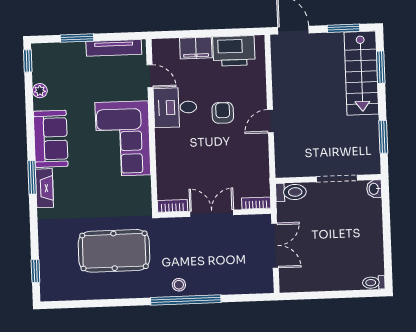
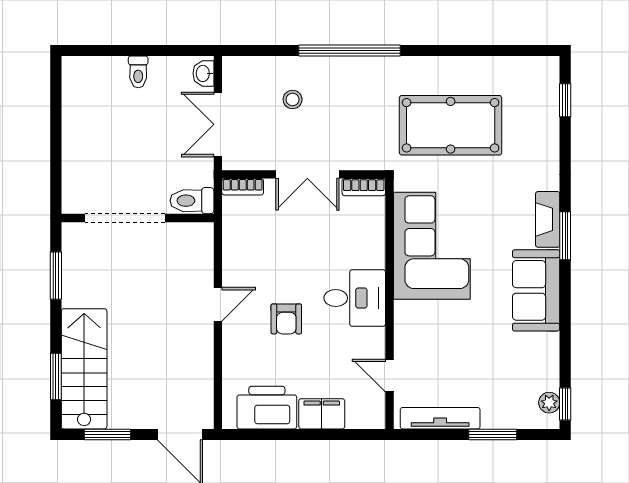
plant: (40, 91) -> (549, 403), moved
desk: (175, 107) -> (355, 298), moved
corner sofa: (123, 139) -> (432, 246), moved
doorway: (337, 178) -> (125, 218), width x1.36
washbasin: (374, 189) -> (203, 73), moved, turned 180
toilet: (374, 283) -> (138, 72), moved, turned 90
stool: (179, 285) -> (293, 99), moved

